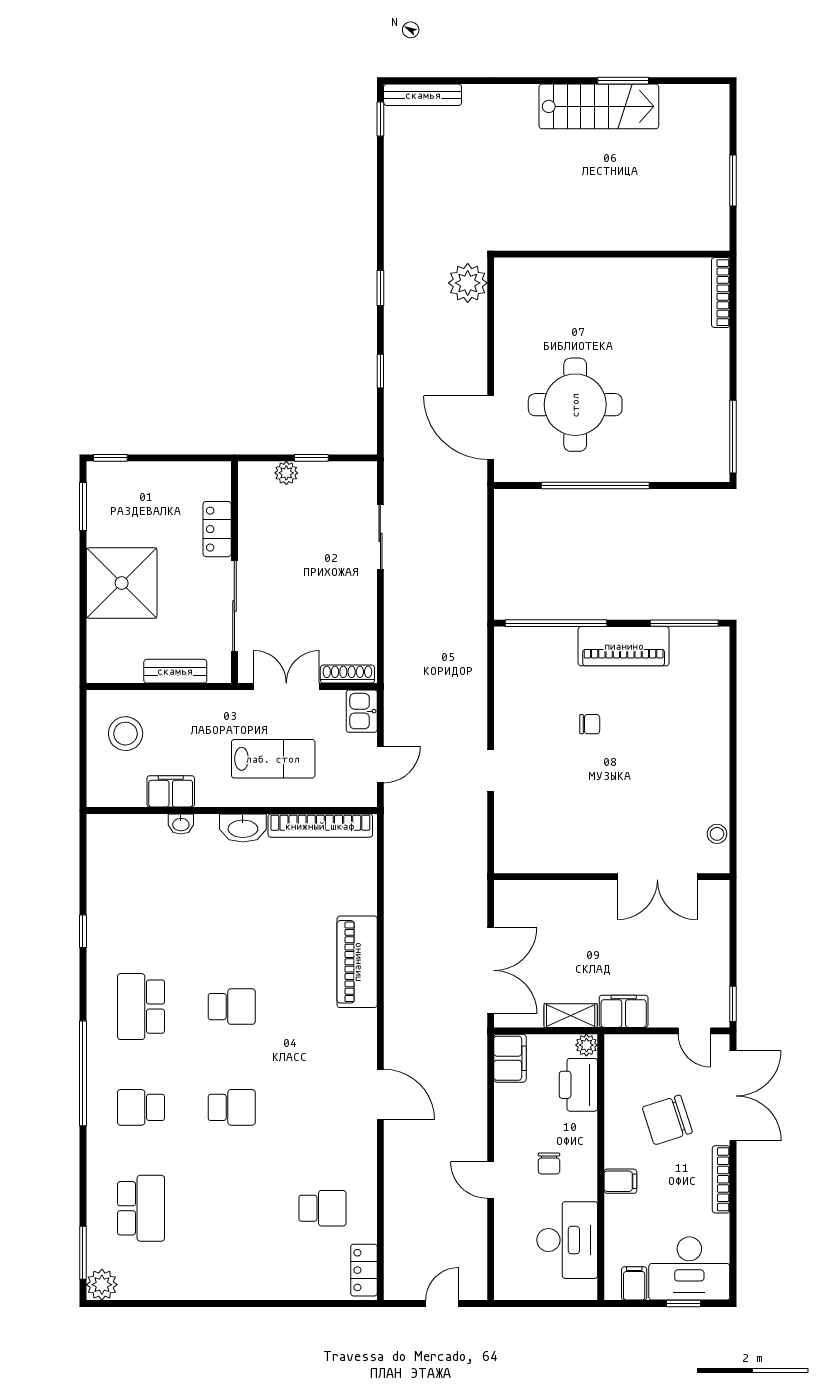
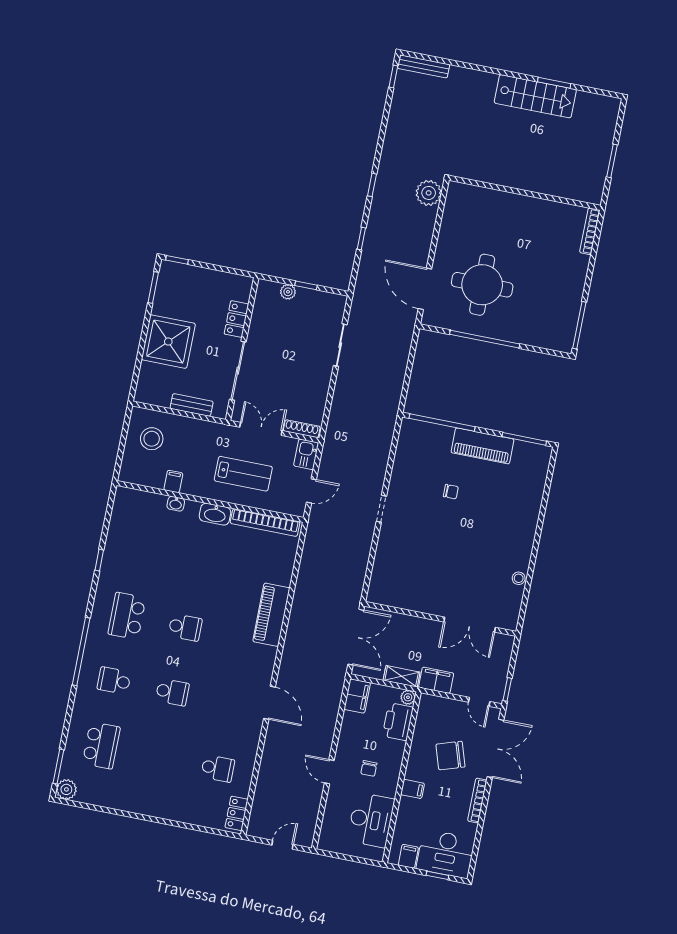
filing cabinet: (171, 791) -> (173, 482), width x0.50
wall: (612, 877) -> (440, 619), moved
double door: (657, 877) -> (470, 625), moved

